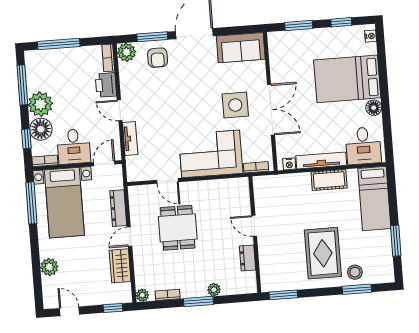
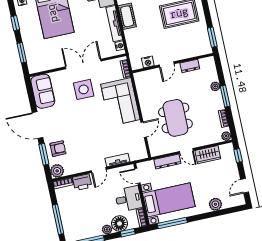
plant: (40, 104) -> (107, 230), width x0.53, depth x0.53
nightstand: (261, 200) -> (148, 62), added
dining table: (178, 228) -> (175, 118), width x1.38

